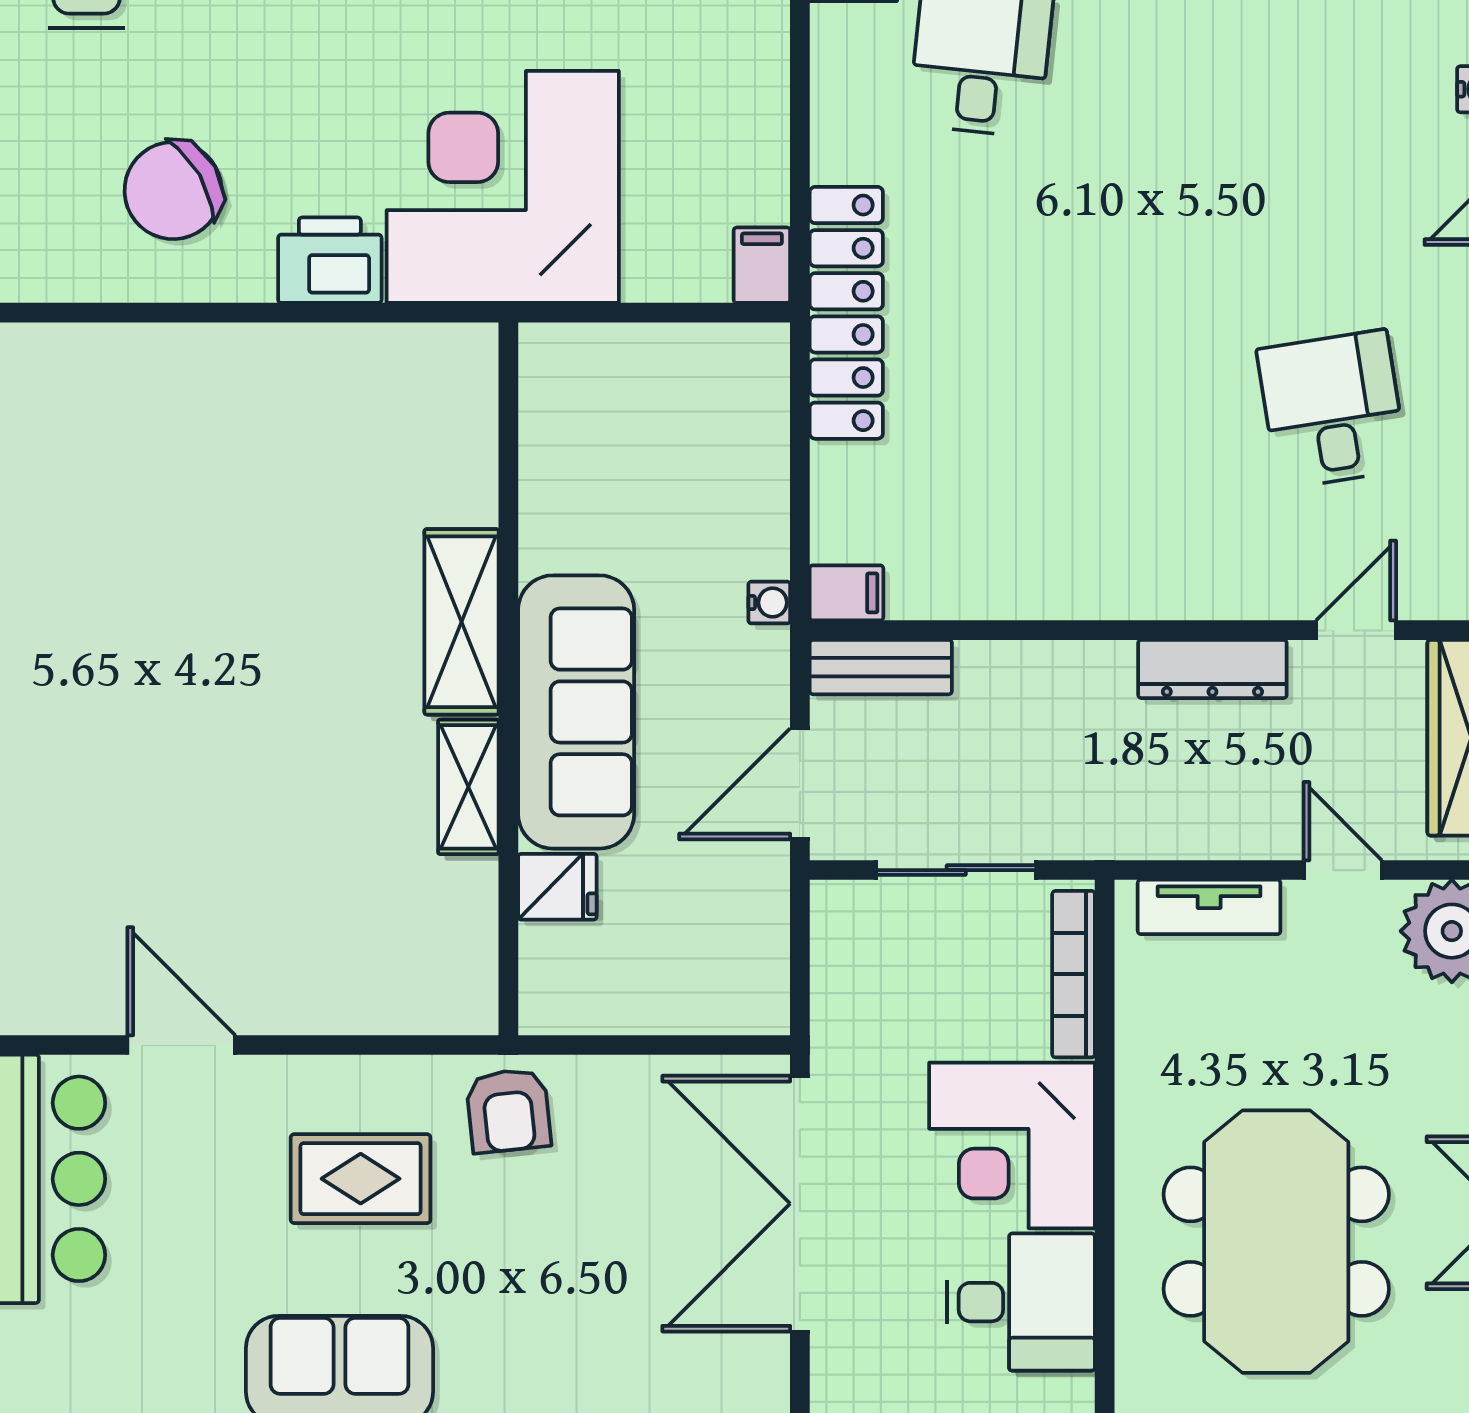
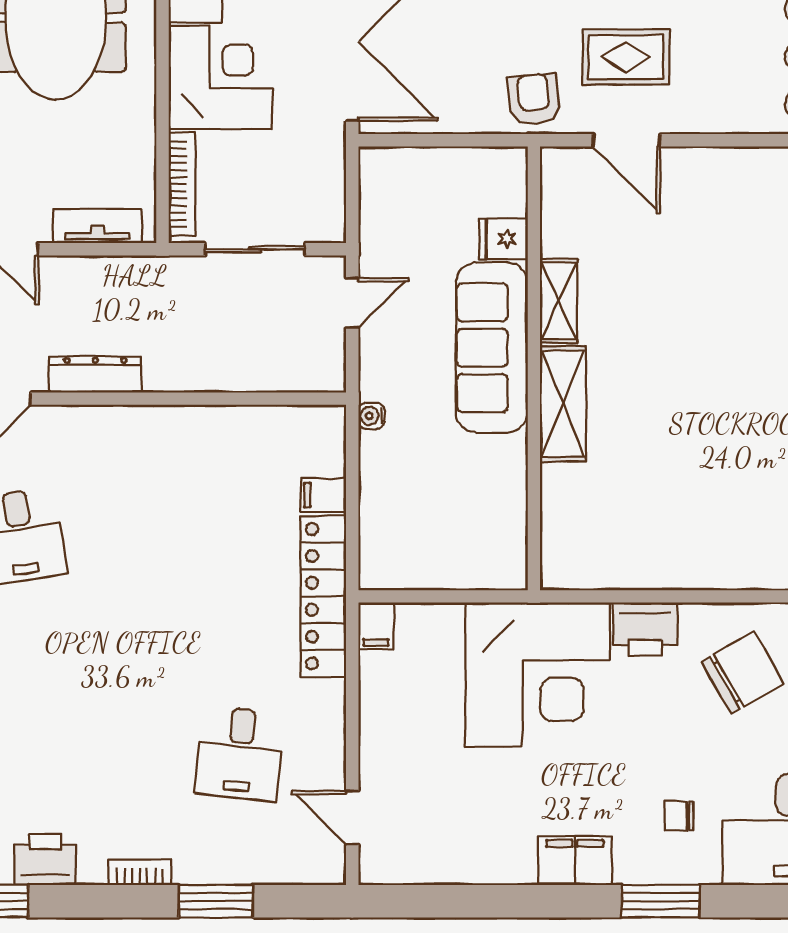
filing cabinet: (847, 593) -> (323, 495), moved
bench: (881, 667) -> (302, 376), removed
door: (800, 784) -> (352, 303), width x0.73
door: (181, 1045) -> (626, 140), moved

